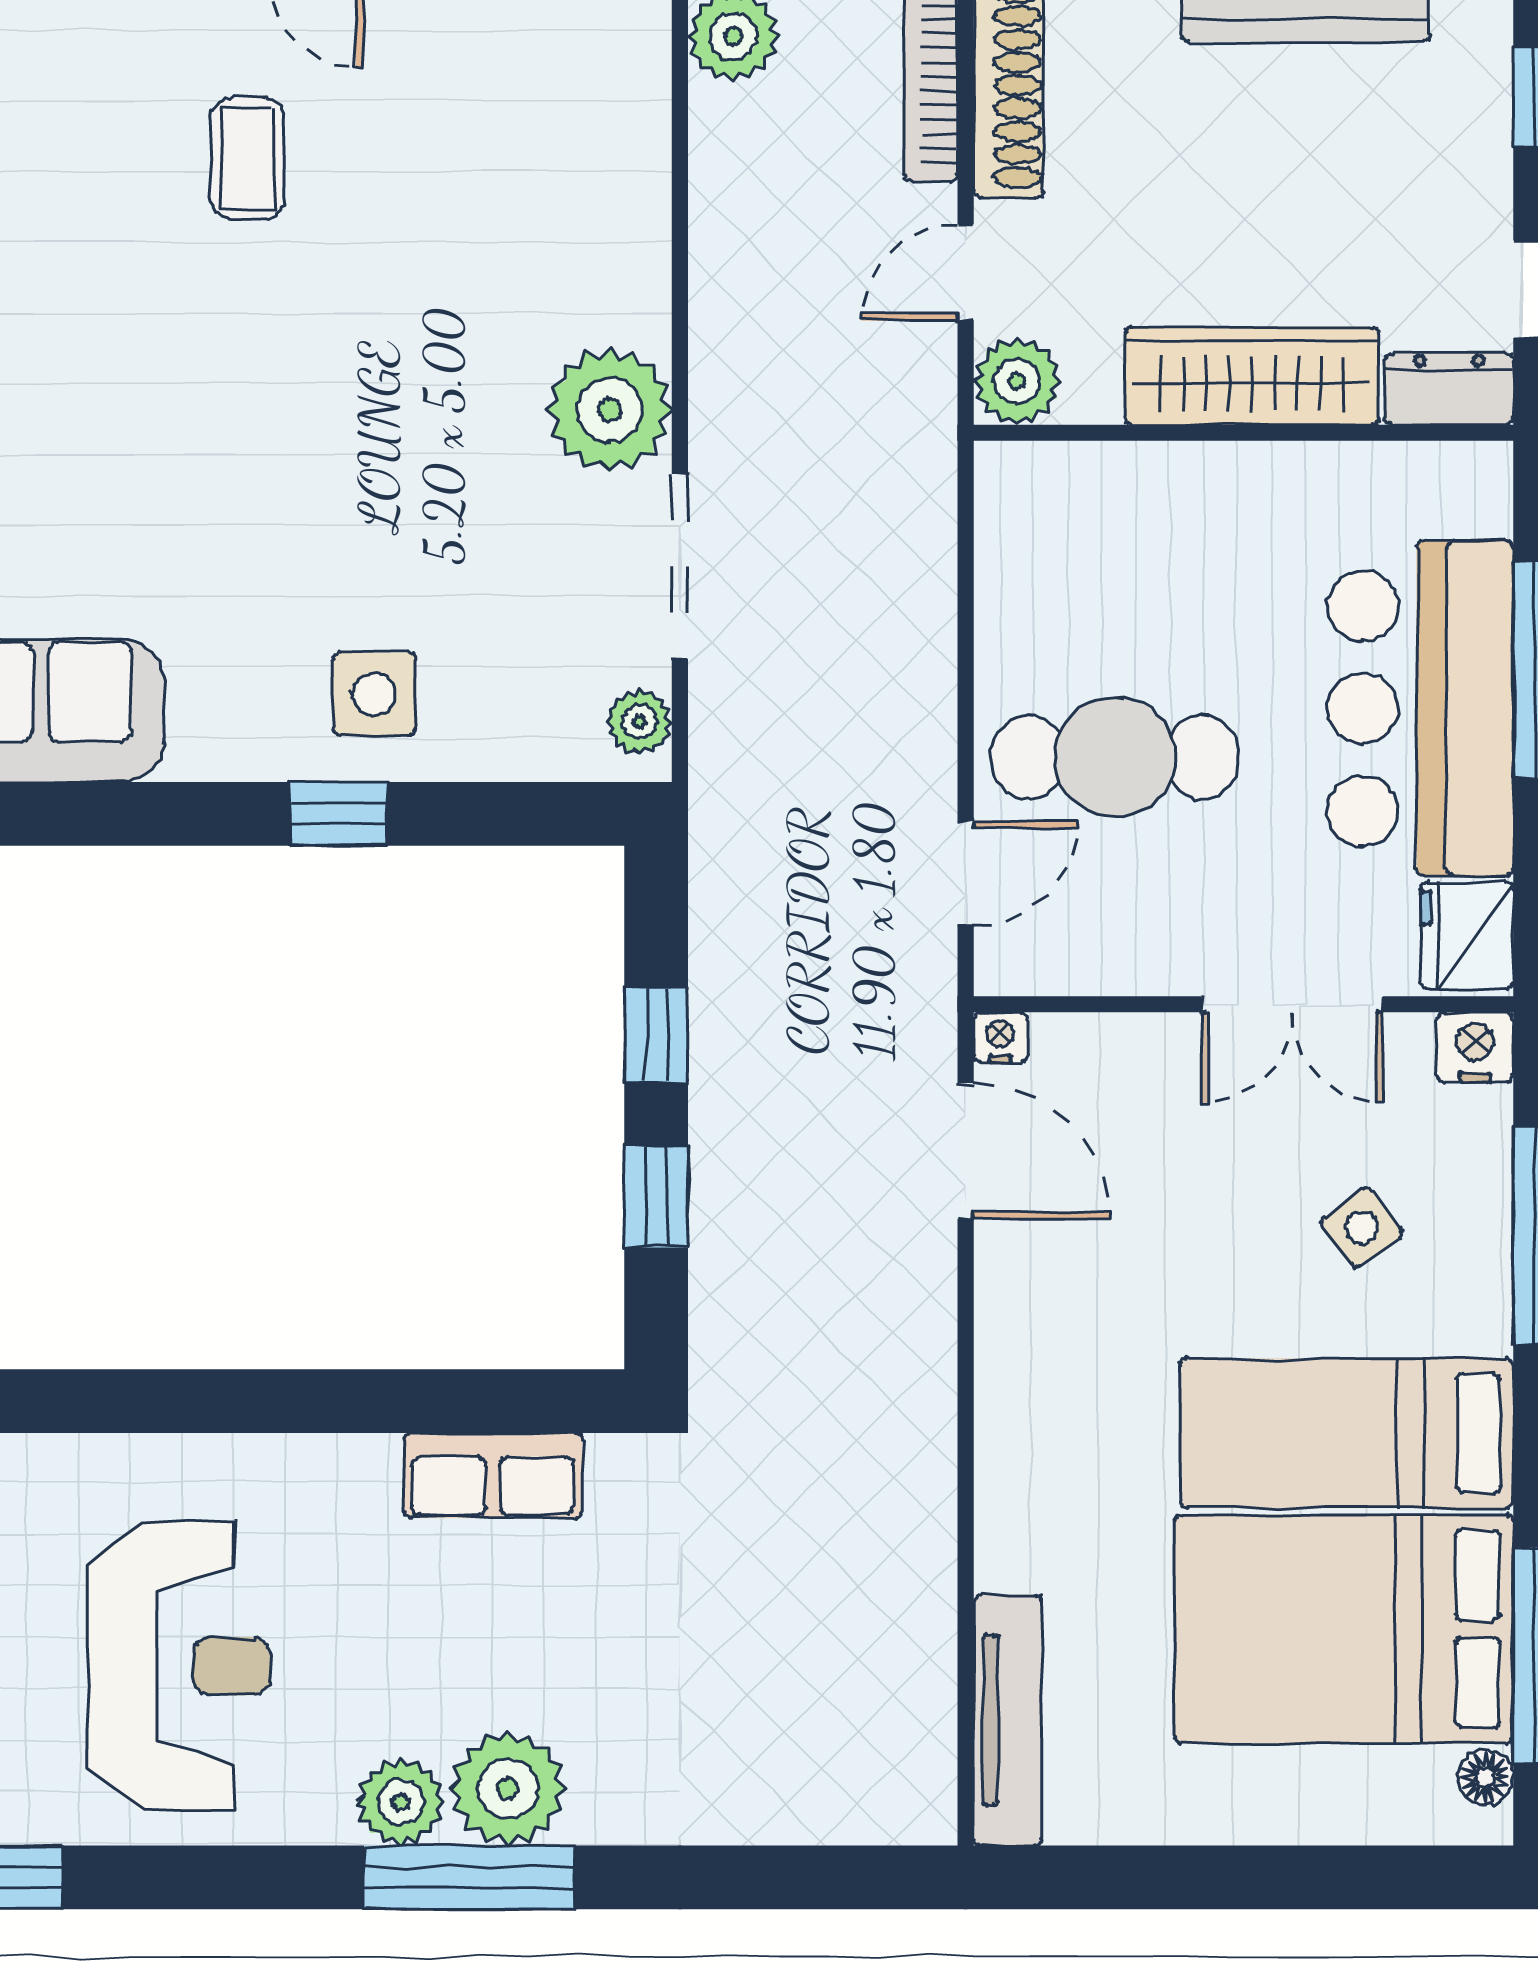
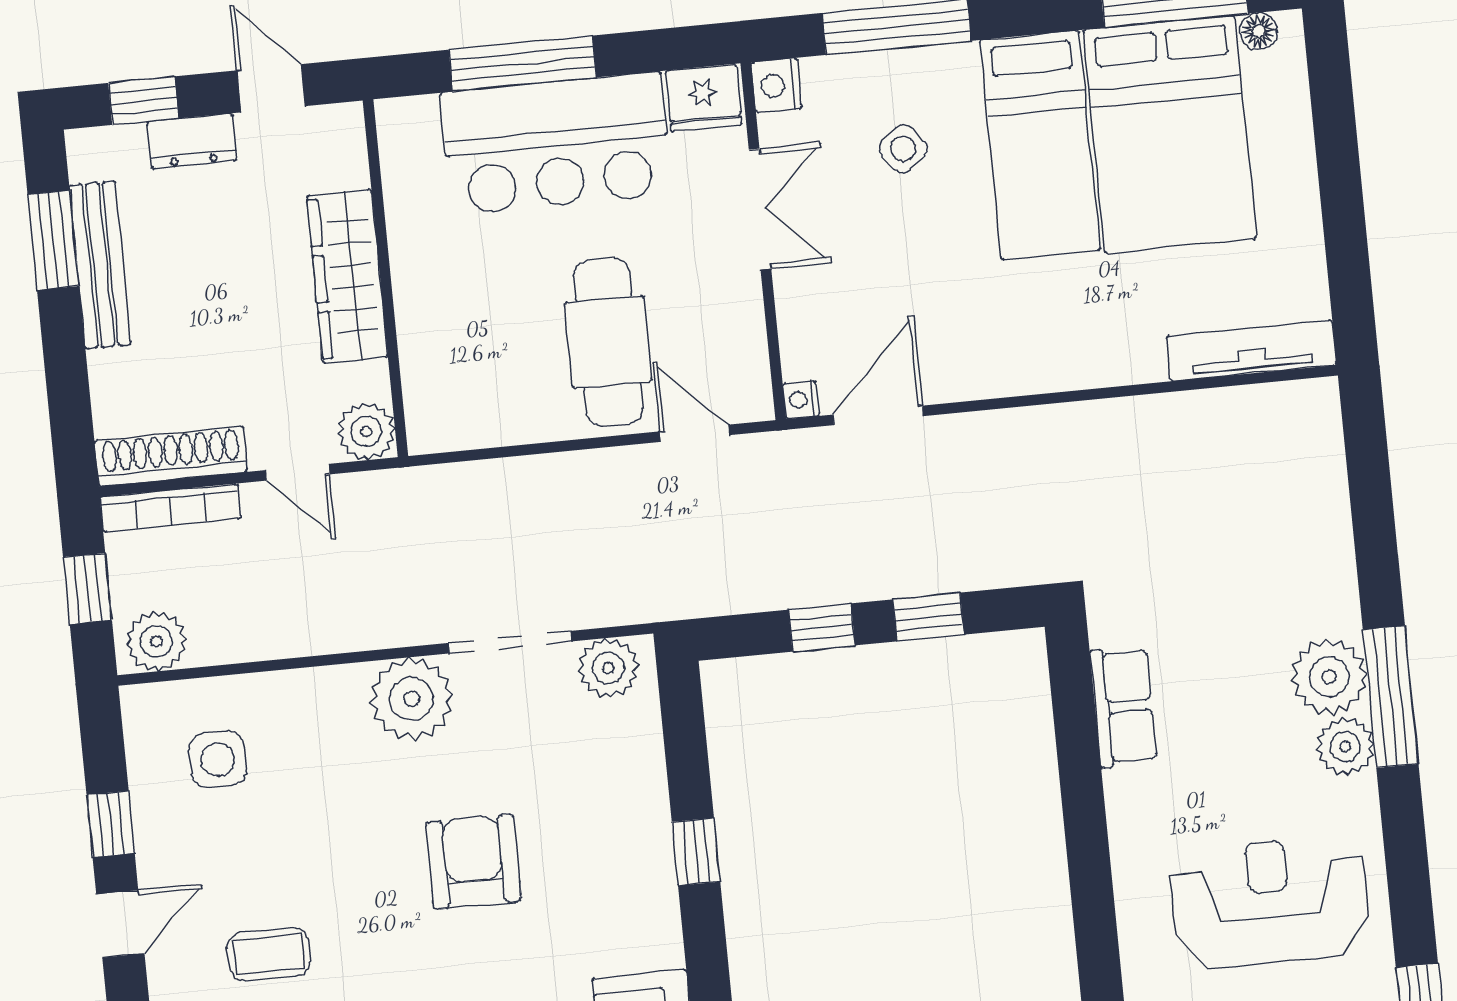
dresser: (1449, 389) -> (192, 141), moved, turned -90
armchair: (357, 479) -> (473, 862), added
side table: (374, 694) -> (218, 759), moved
plant: (639, 722) -> (608, 668), width x1.38, depth x1.38

